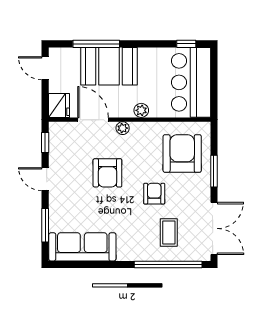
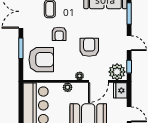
door: (93, 120) -> (99, 81), hinge flipped
plant: (64, 135) -> (117, 72), added
armchair: (182, 154) -> (41, 60), turned -90

